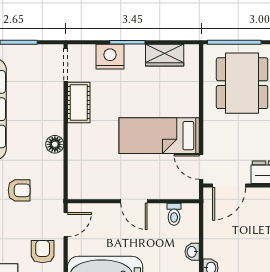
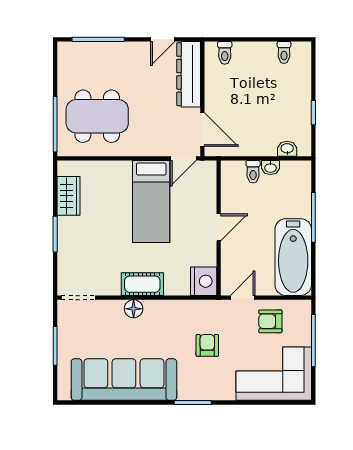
nightstand: (110, 57) -> (204, 281), moved, turned 180
cot: (79, 102) -> (142, 284), moved
floor lamp: (55, 144) -> (134, 309), moved
toilet: (174, 214) -> (253, 172), moved, turned 90
door: (66, 225) -> (243, 298), hinge flipped

